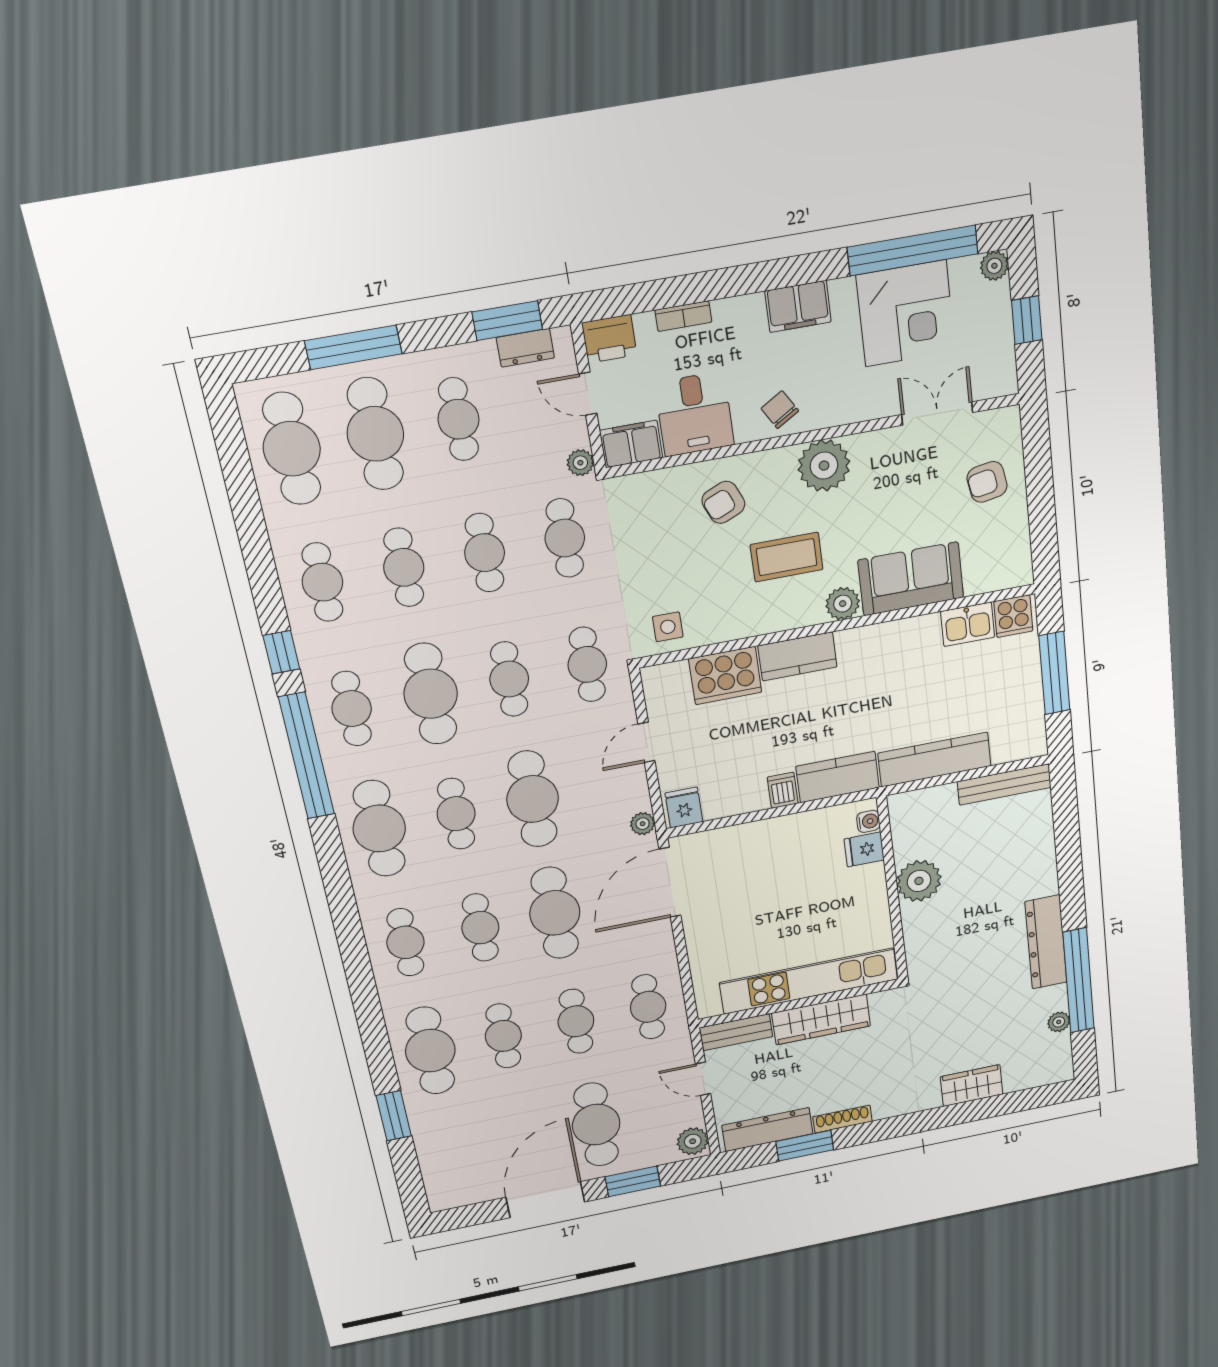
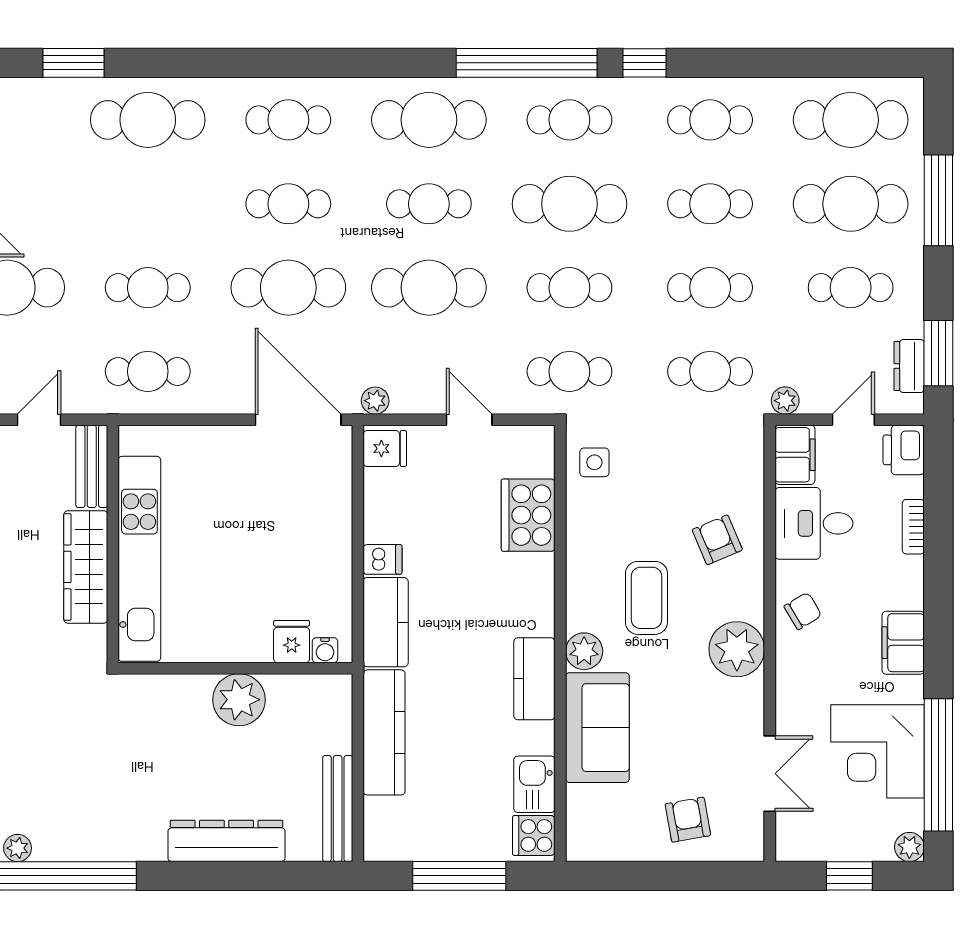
kitchen counter: (797, 656) -> (534, 679), moved
dresser: (1046, 942) -> (227, 841), moved
cafe table: (503, 1036) -> (148, 204), removed

